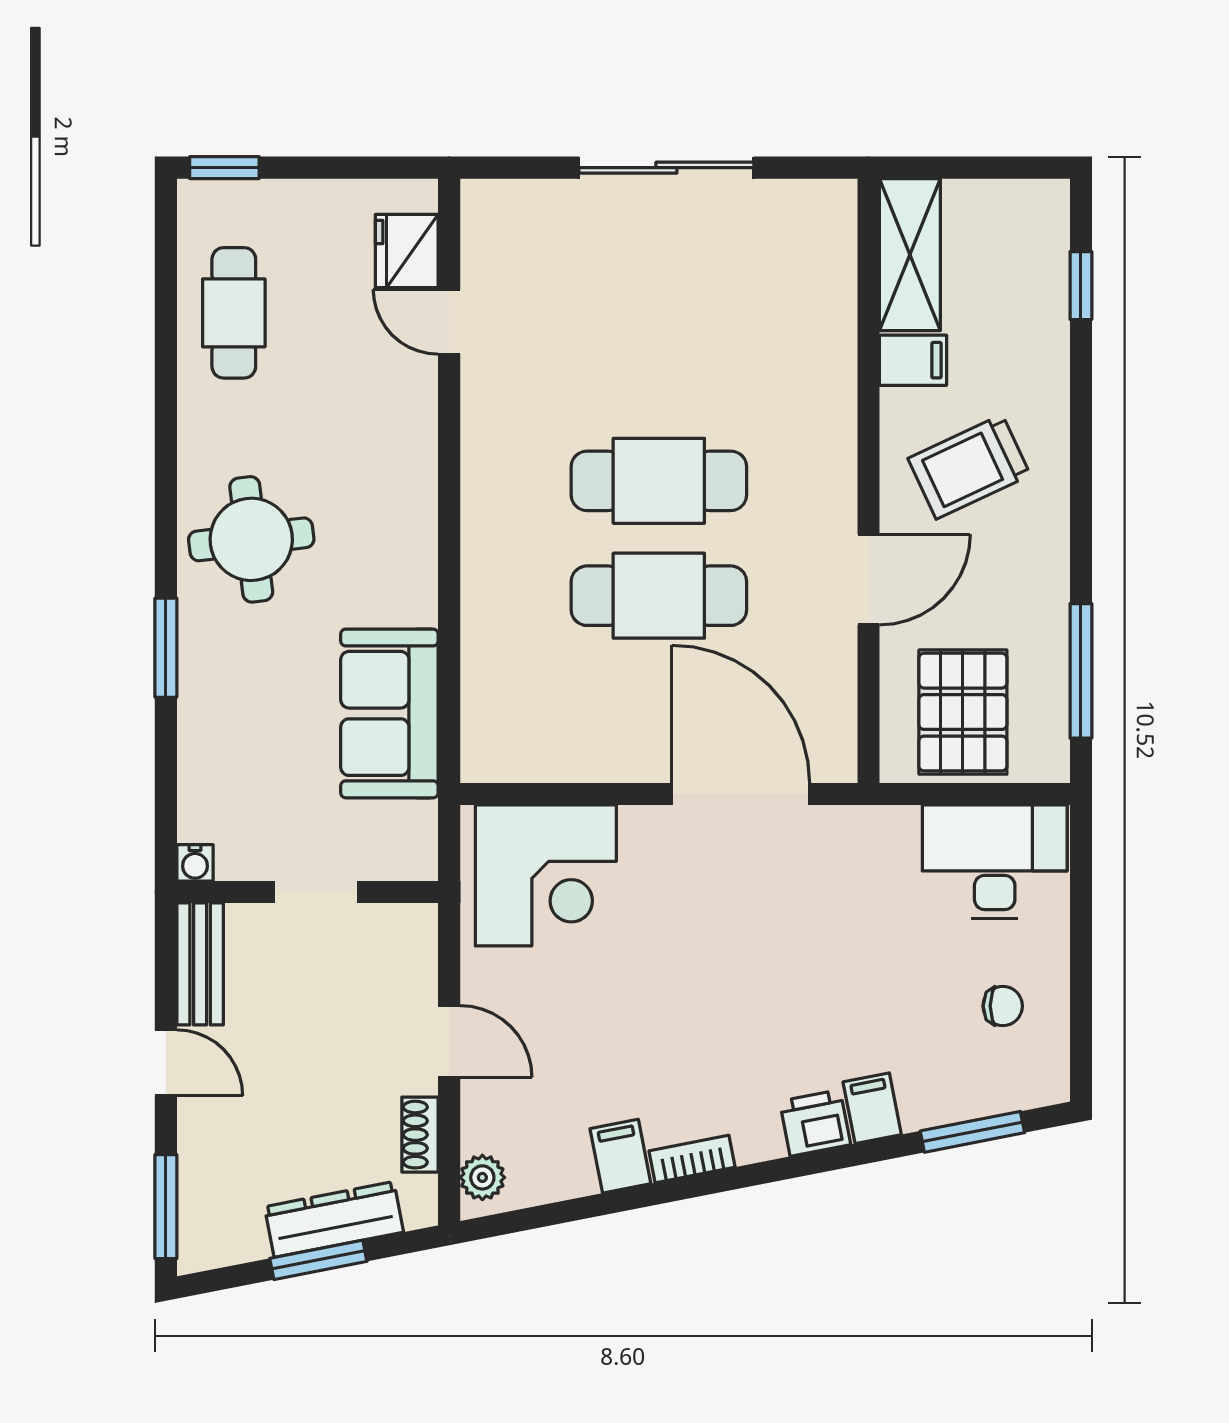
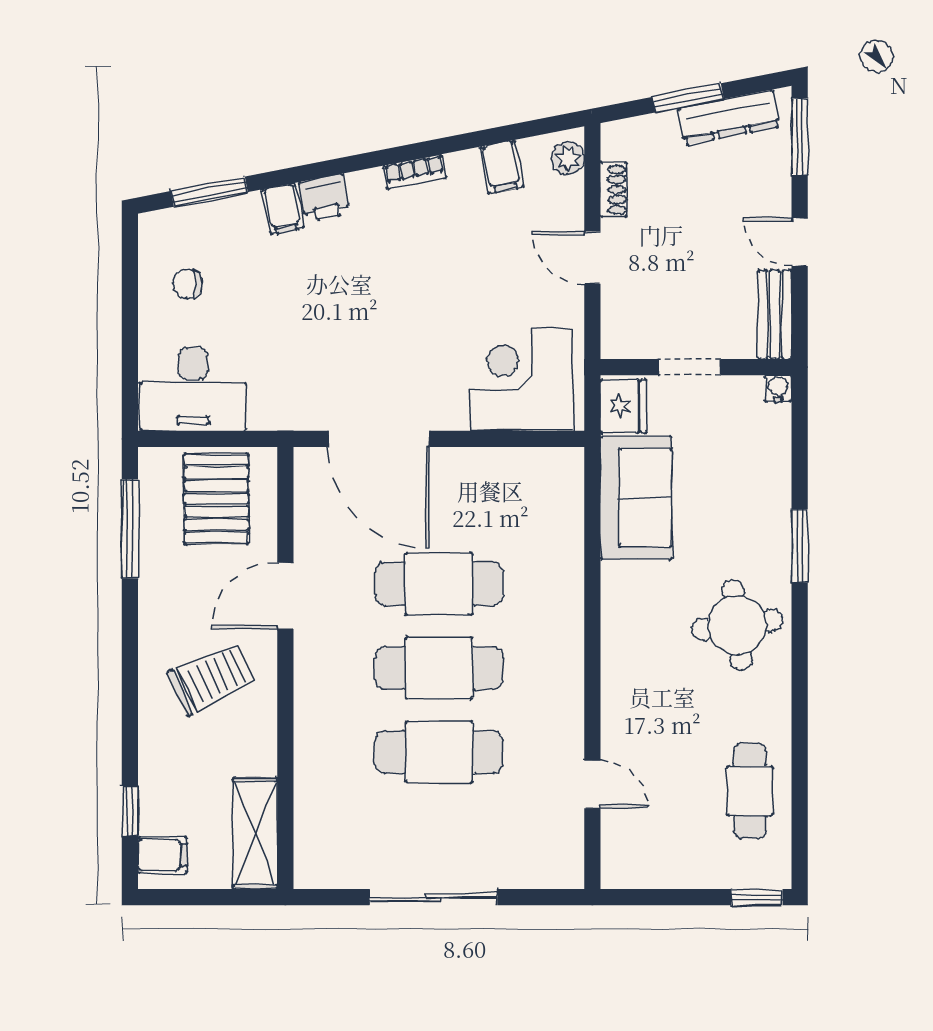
fridge: (407, 251) -> (623, 406), moved
filing cabinet: (913, 360) -> (163, 855), moved, turned 180
cafe table: (659, 366) -> (439, 752), added
filing cabinet: (620, 1156) -> (502, 167), moved
dresser: (334, 1219) -> (729, 117), moved

